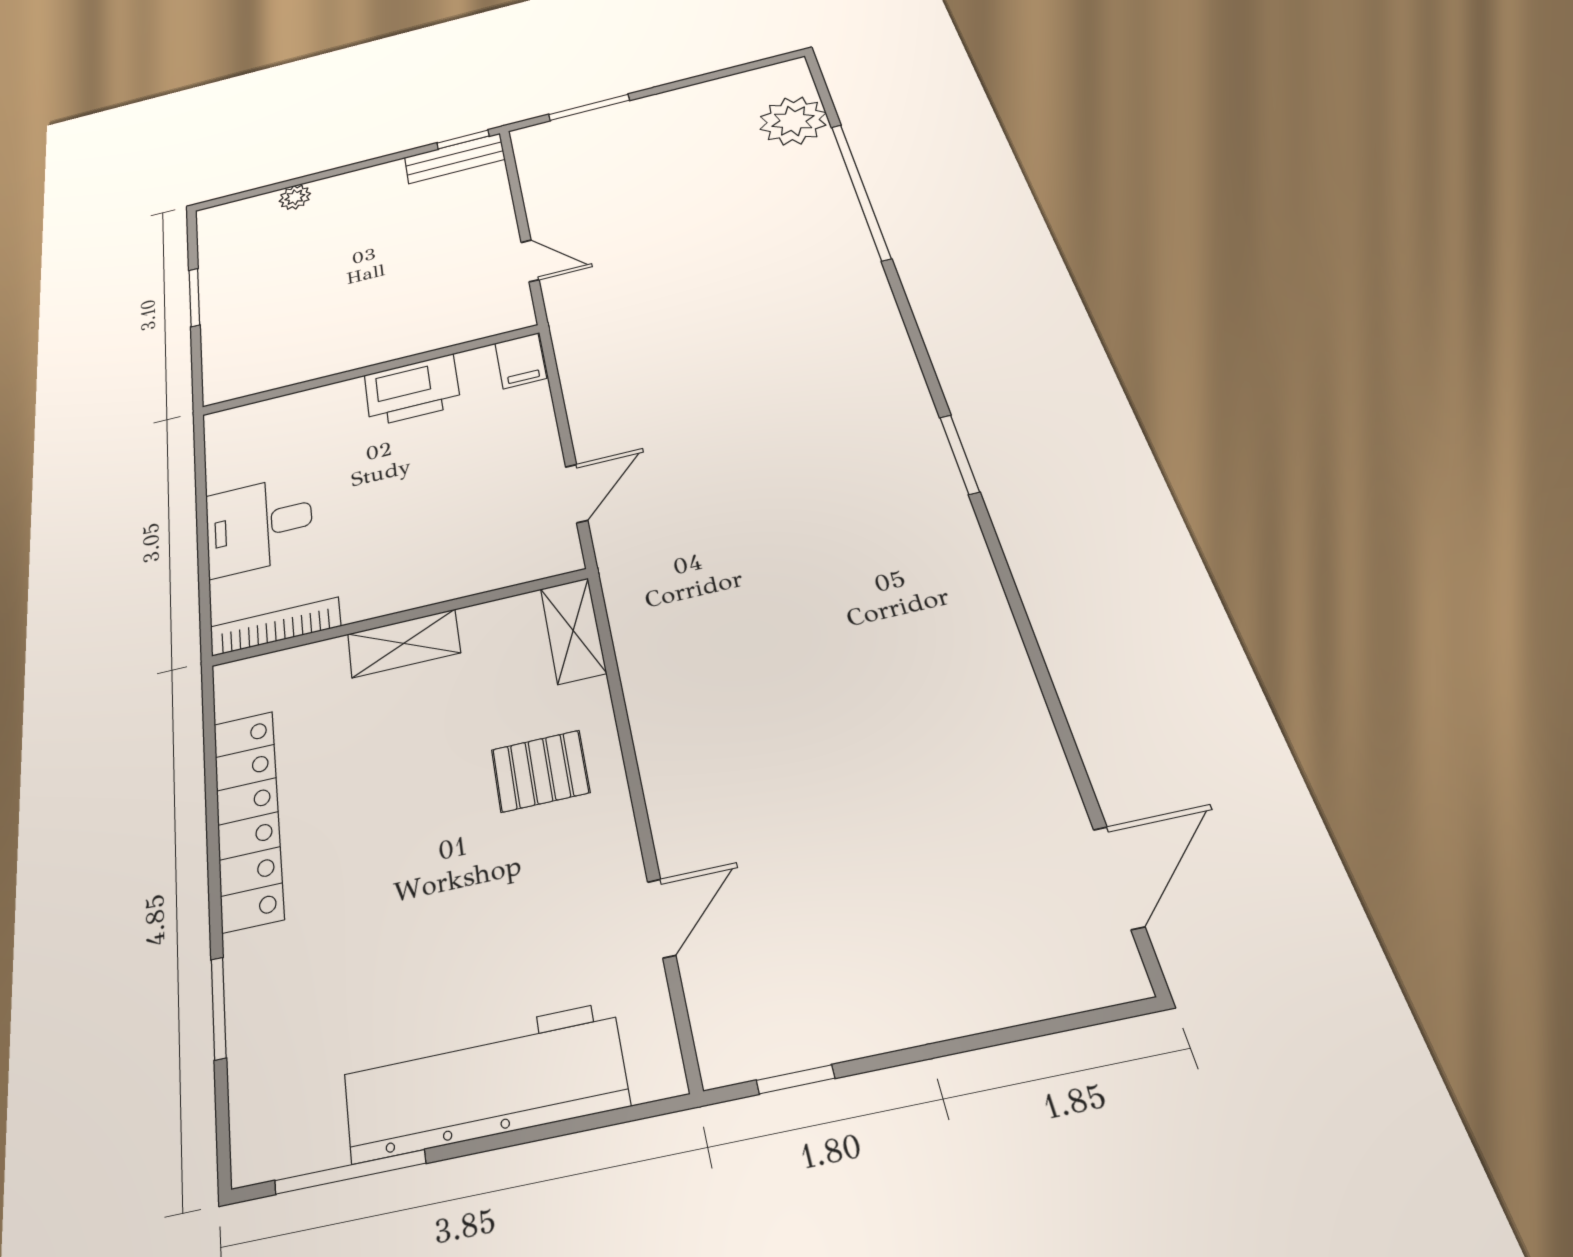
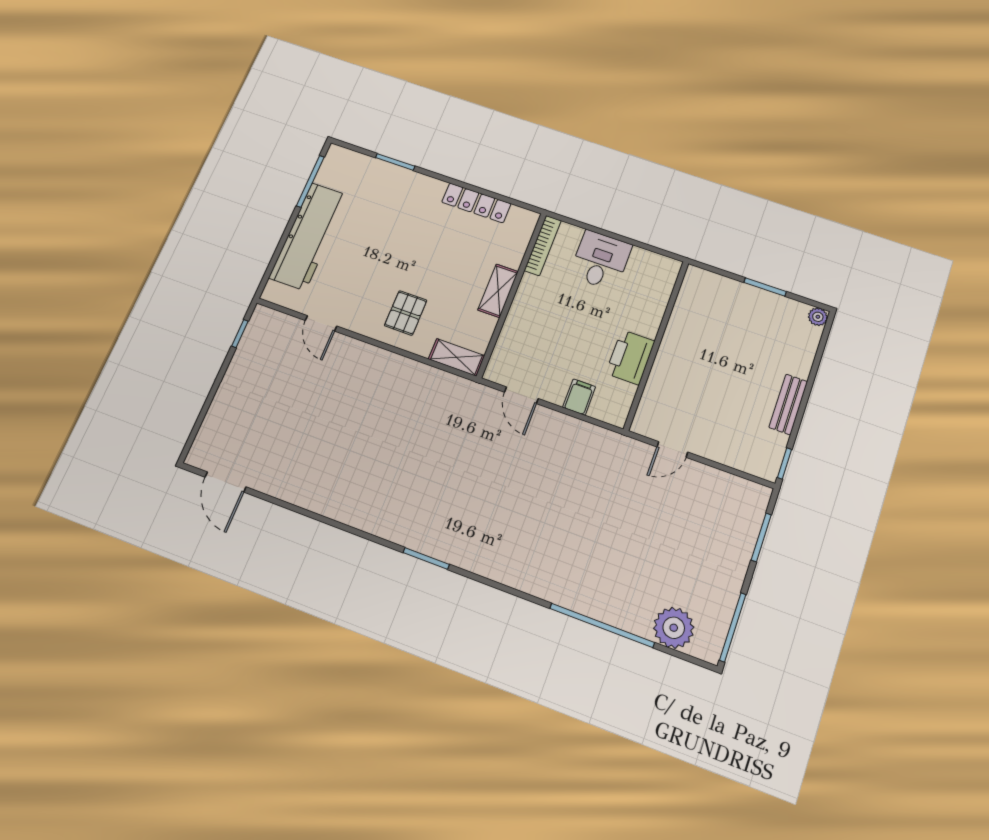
window: (738, 69) -> (733, 627), added
bench: (455, 158) -> (788, 404), moved
plant: (295, 197) -> (818, 317), moved
filing cabinet: (521, 361) -> (579, 397), moved, turned 90
locker: (248, 818) -> (476, 203), width x0.71, depth x0.83

